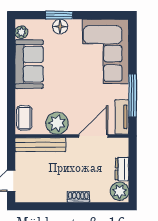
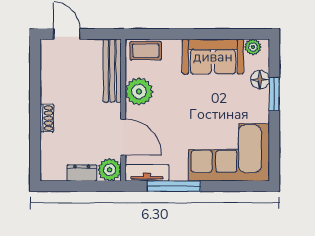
floor lamp: (60, 27) -> (260, 80), moved
plant: (120, 191) -> (110, 170), moved

